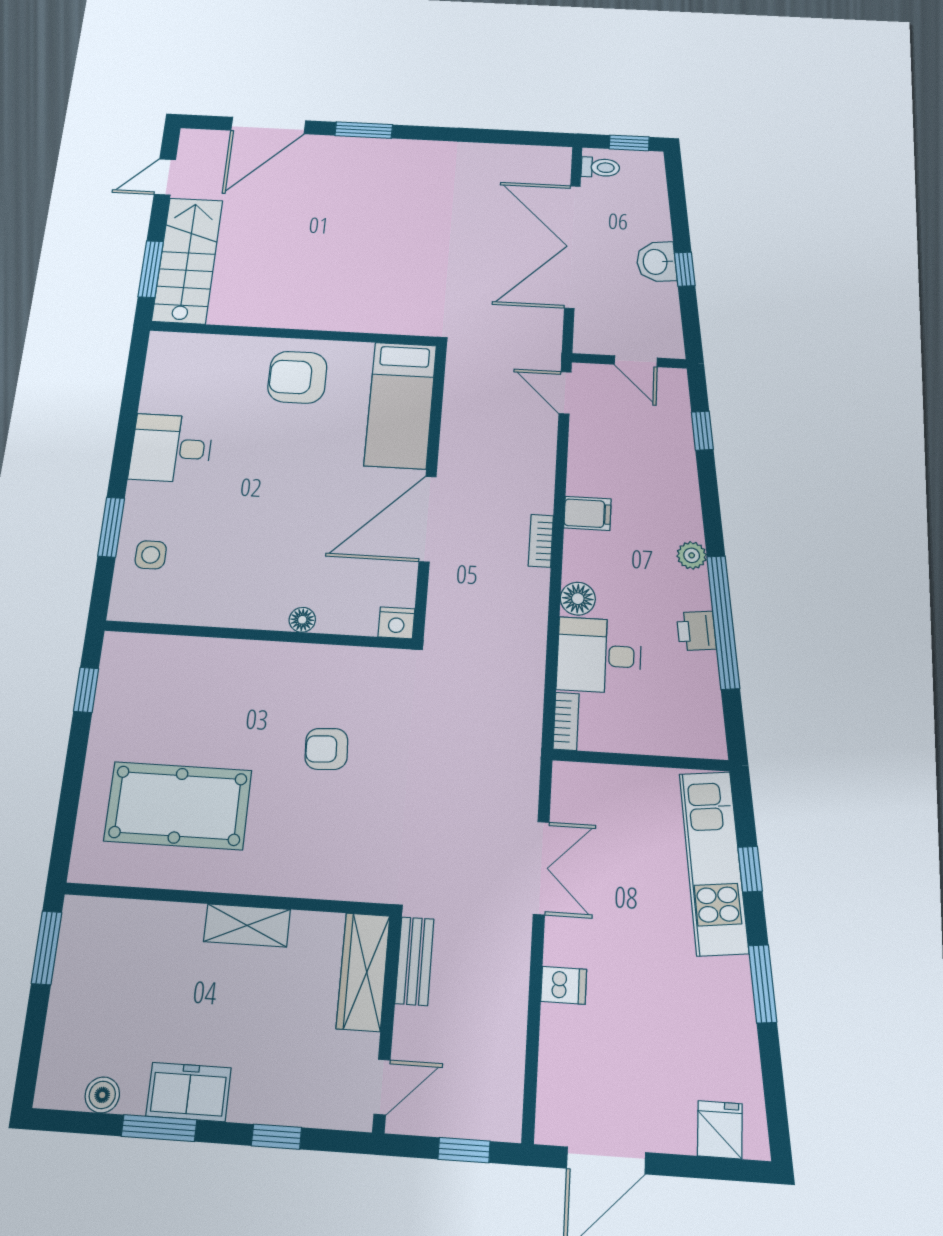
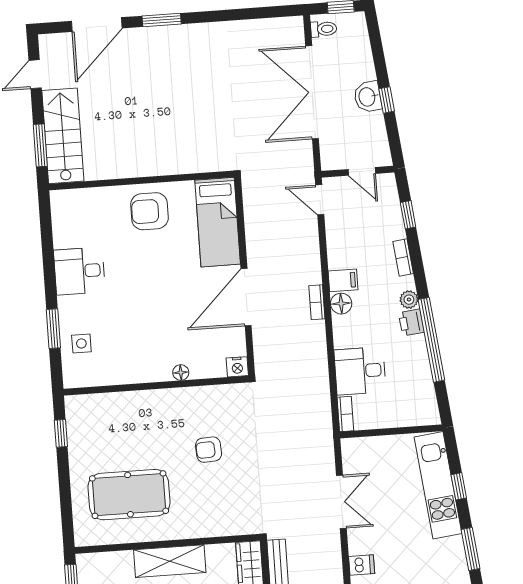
bookcase: (688, 492) -> (403, 258), added
floor lamp: (578, 599) -> (341, 304), moved
printer: (696, 631) -> (411, 322), moved
shelving: (247, 925) -> (170, 561), width x1.50, depth x1.33

